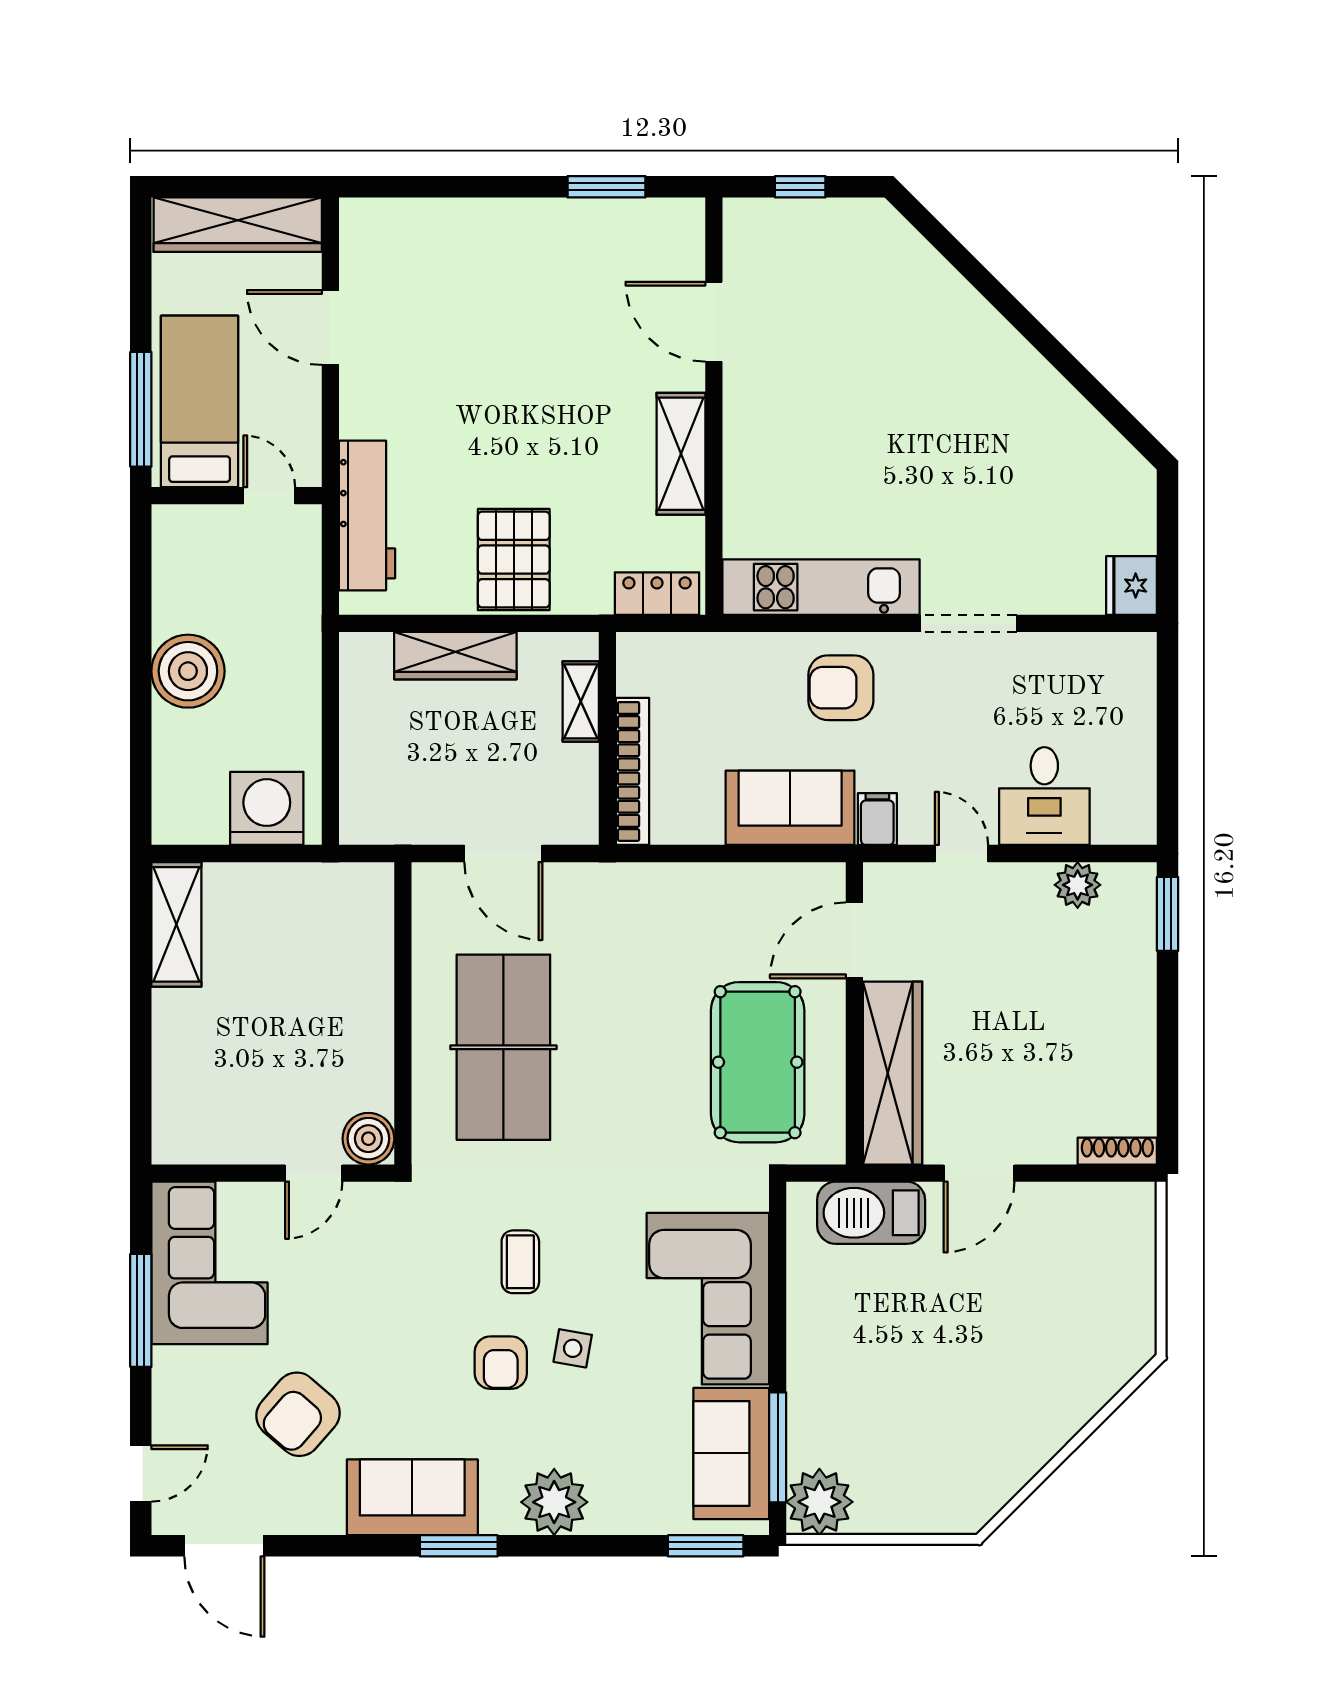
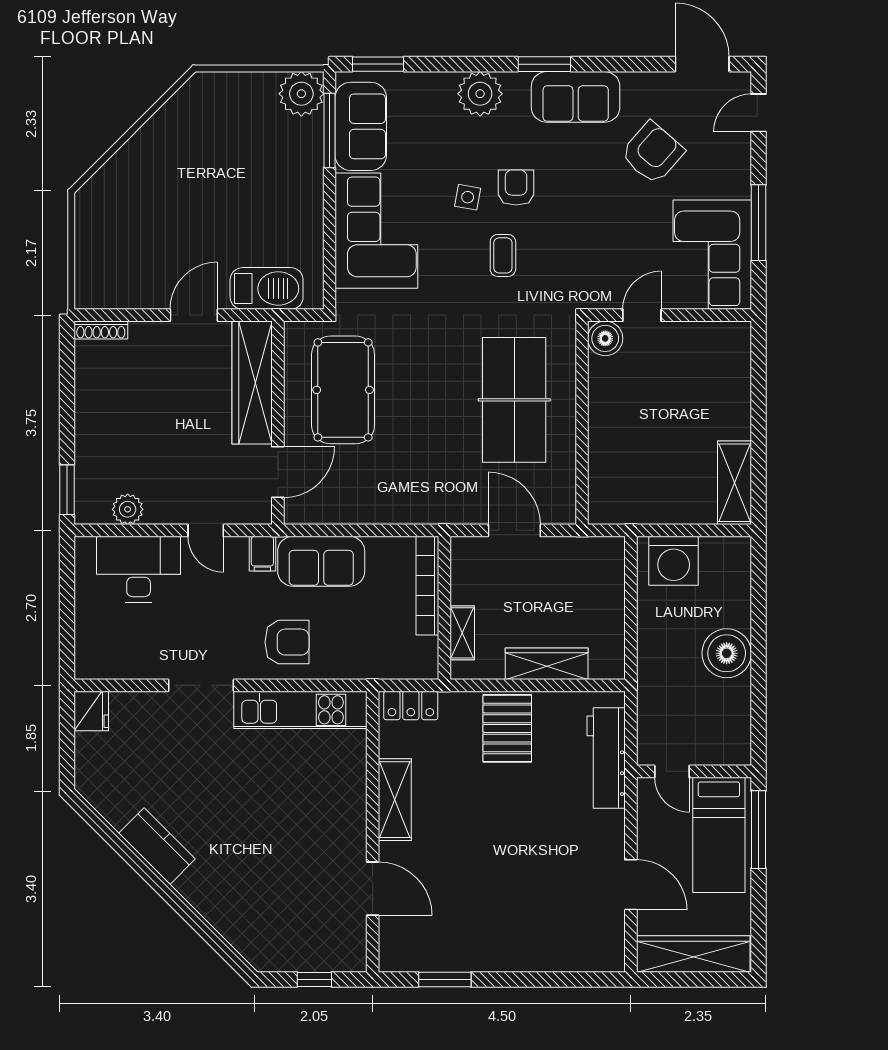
kitchen counter: (1034, 385) -> (157, 846), added
desk: (1044, 796) -> (139, 569), width x1.37

